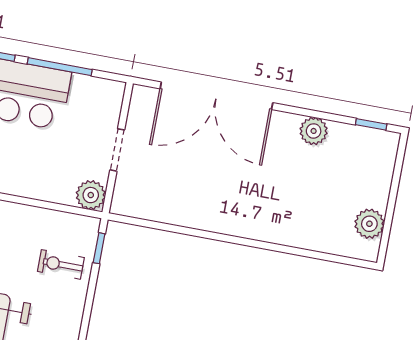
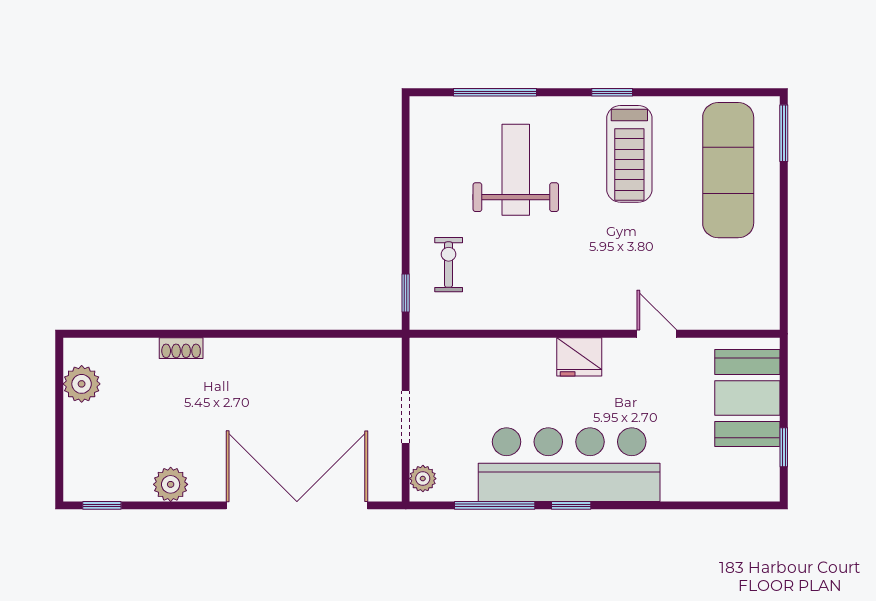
plant: (91, 195) -> (423, 479), moved, width x0.73, depth x0.73
shoe rack: (285, 237) -> (181, 348), added
exercise bike: (61, 264) -> (449, 265), turned -90

